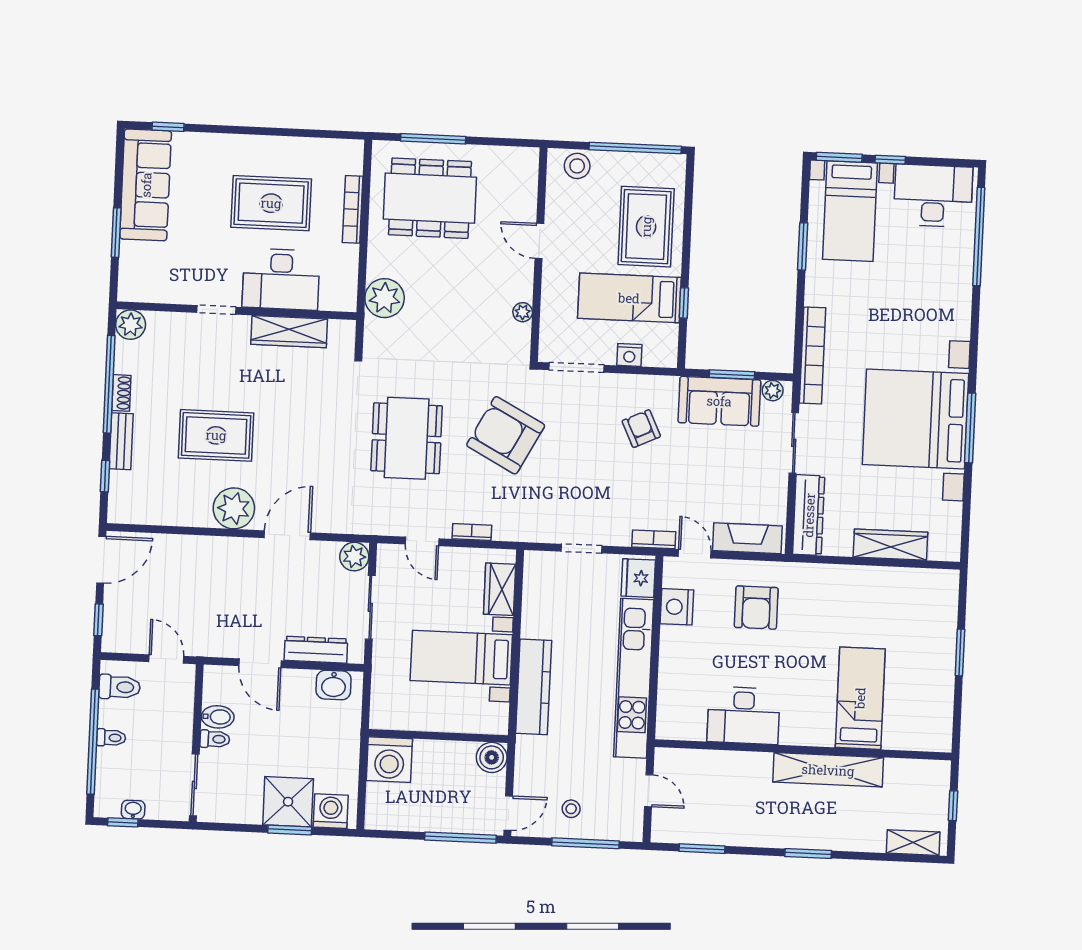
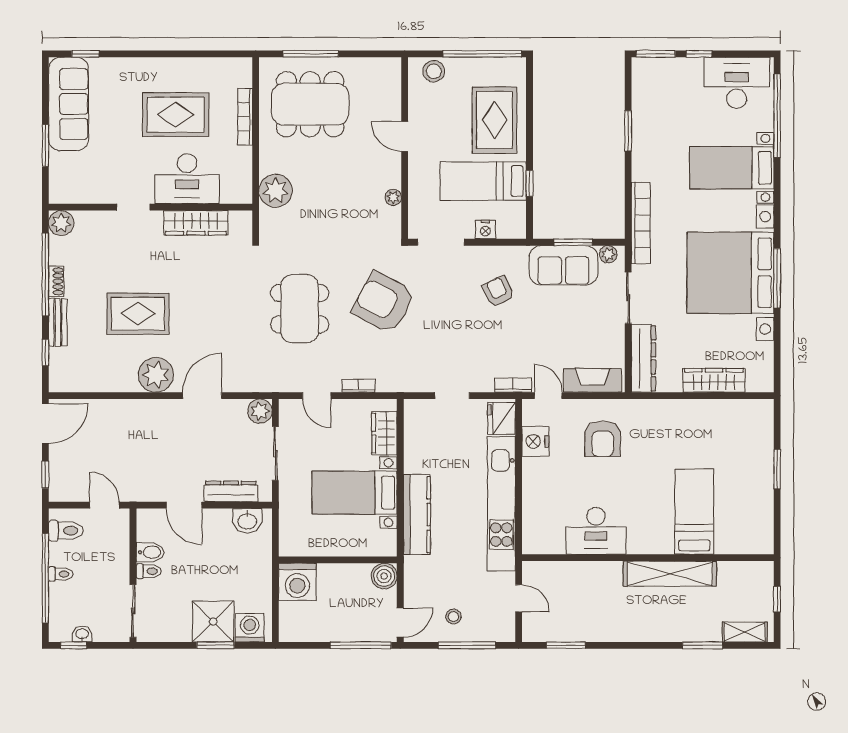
bed with nightstands: (850, 211) -> (732, 168), moved, turned 90
window: (808, 853) -> (702, 645), moved

